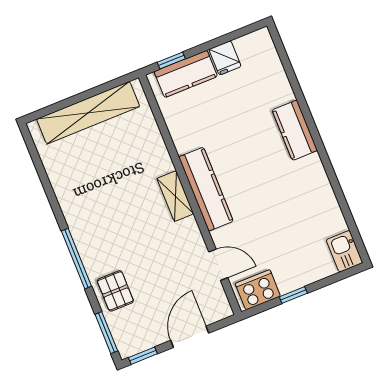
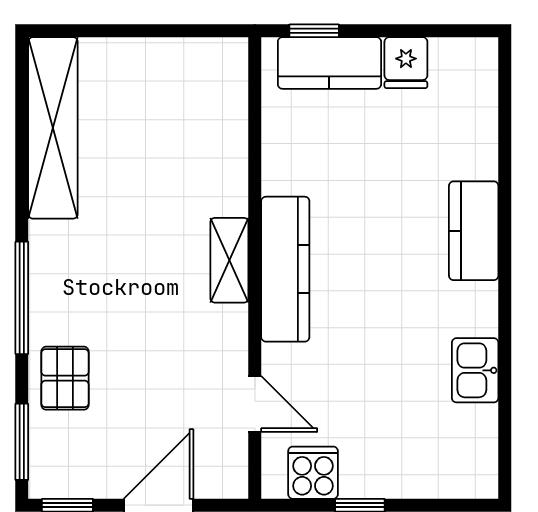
shelving: (88, 113) -> (53, 128), moved, turned 90
kitchen sink: (345, 251) -> (475, 370), moved
cooker: (258, 290) -> (313, 473), width x0.73

